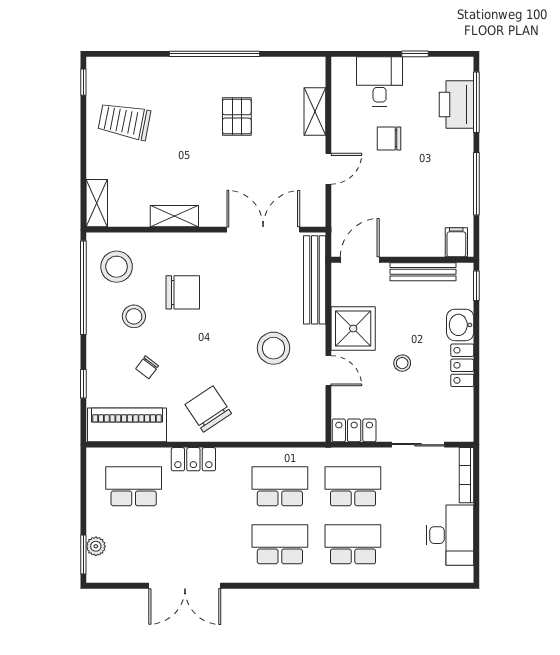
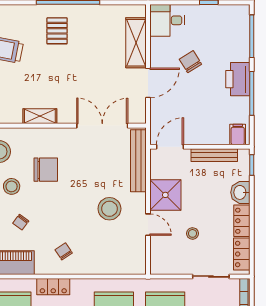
desk: (380, 81) -> (167, 20), moved, turned -90
printer: (456, 105) -> (238, 79), moved
shelving: (315, 111) -> (136, 43), width x1.50, depth x1.33
pallet: (237, 116) -> (57, 31), moved
chair: (389, 139) -> (190, 62), turned 58
door: (328, 169) -> (148, 83), width x1.38
stool: (402, 363) -> (193, 233), moved
chair: (208, 409) -> (64, 251), width x0.54, depth x0.54
locker: (354, 430) -> (242, 254), moved, turned -90

